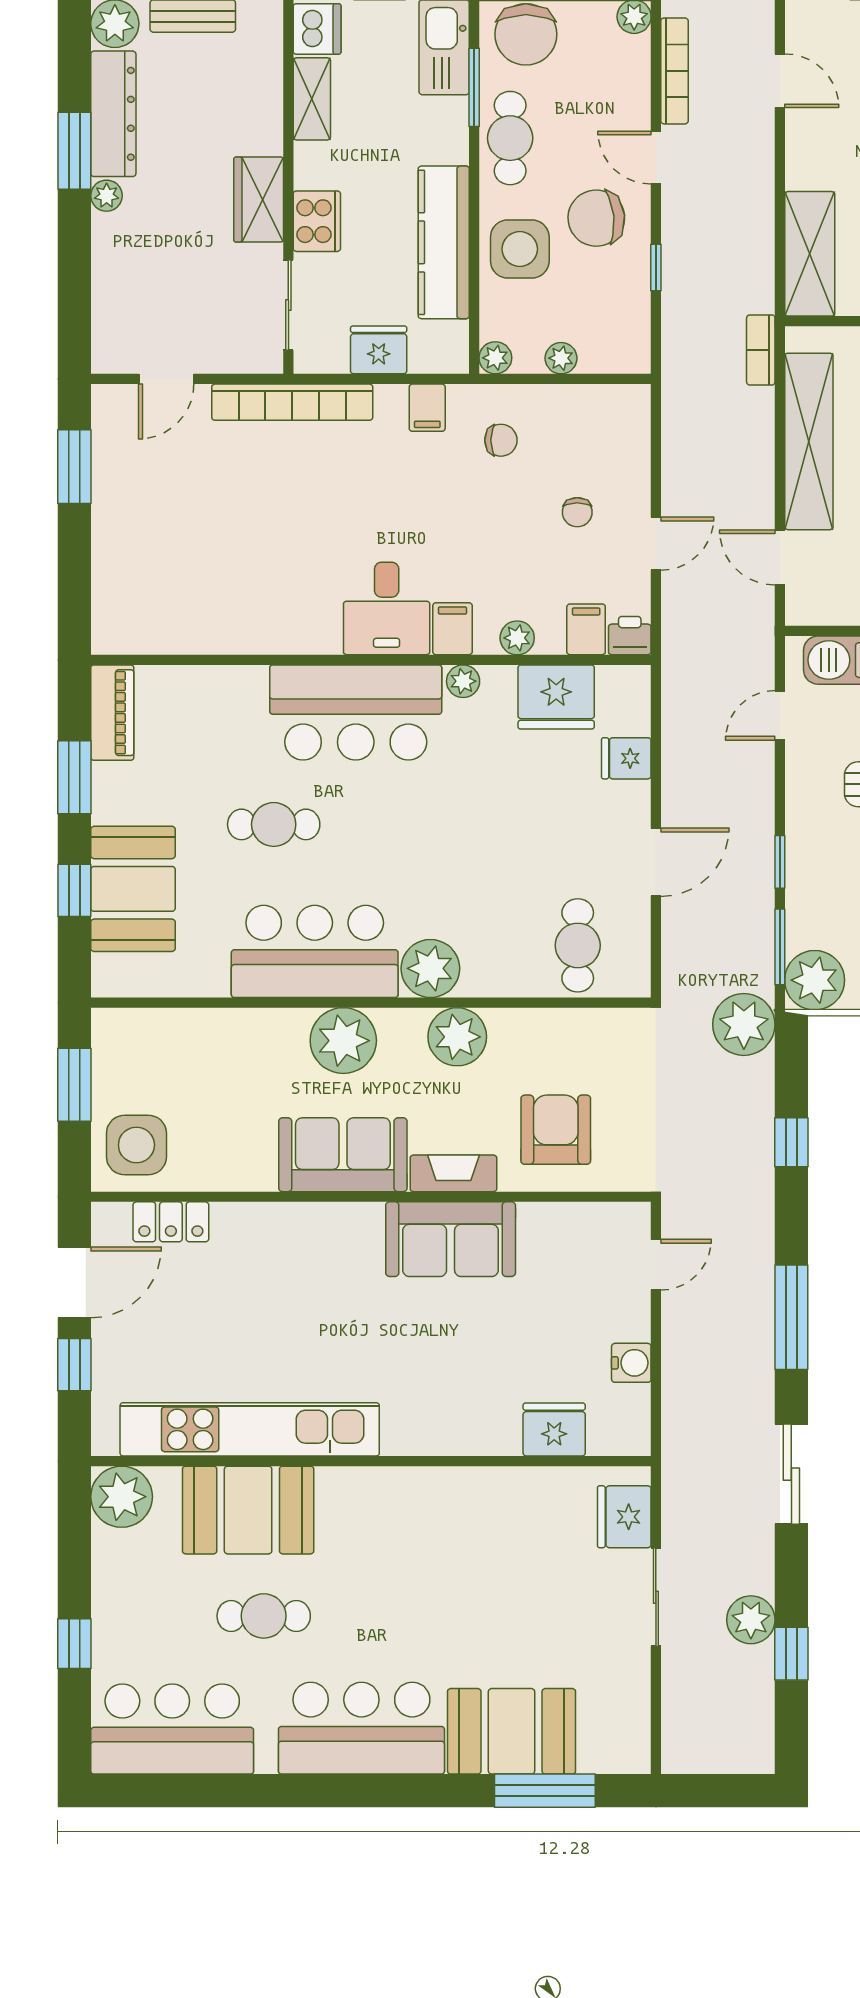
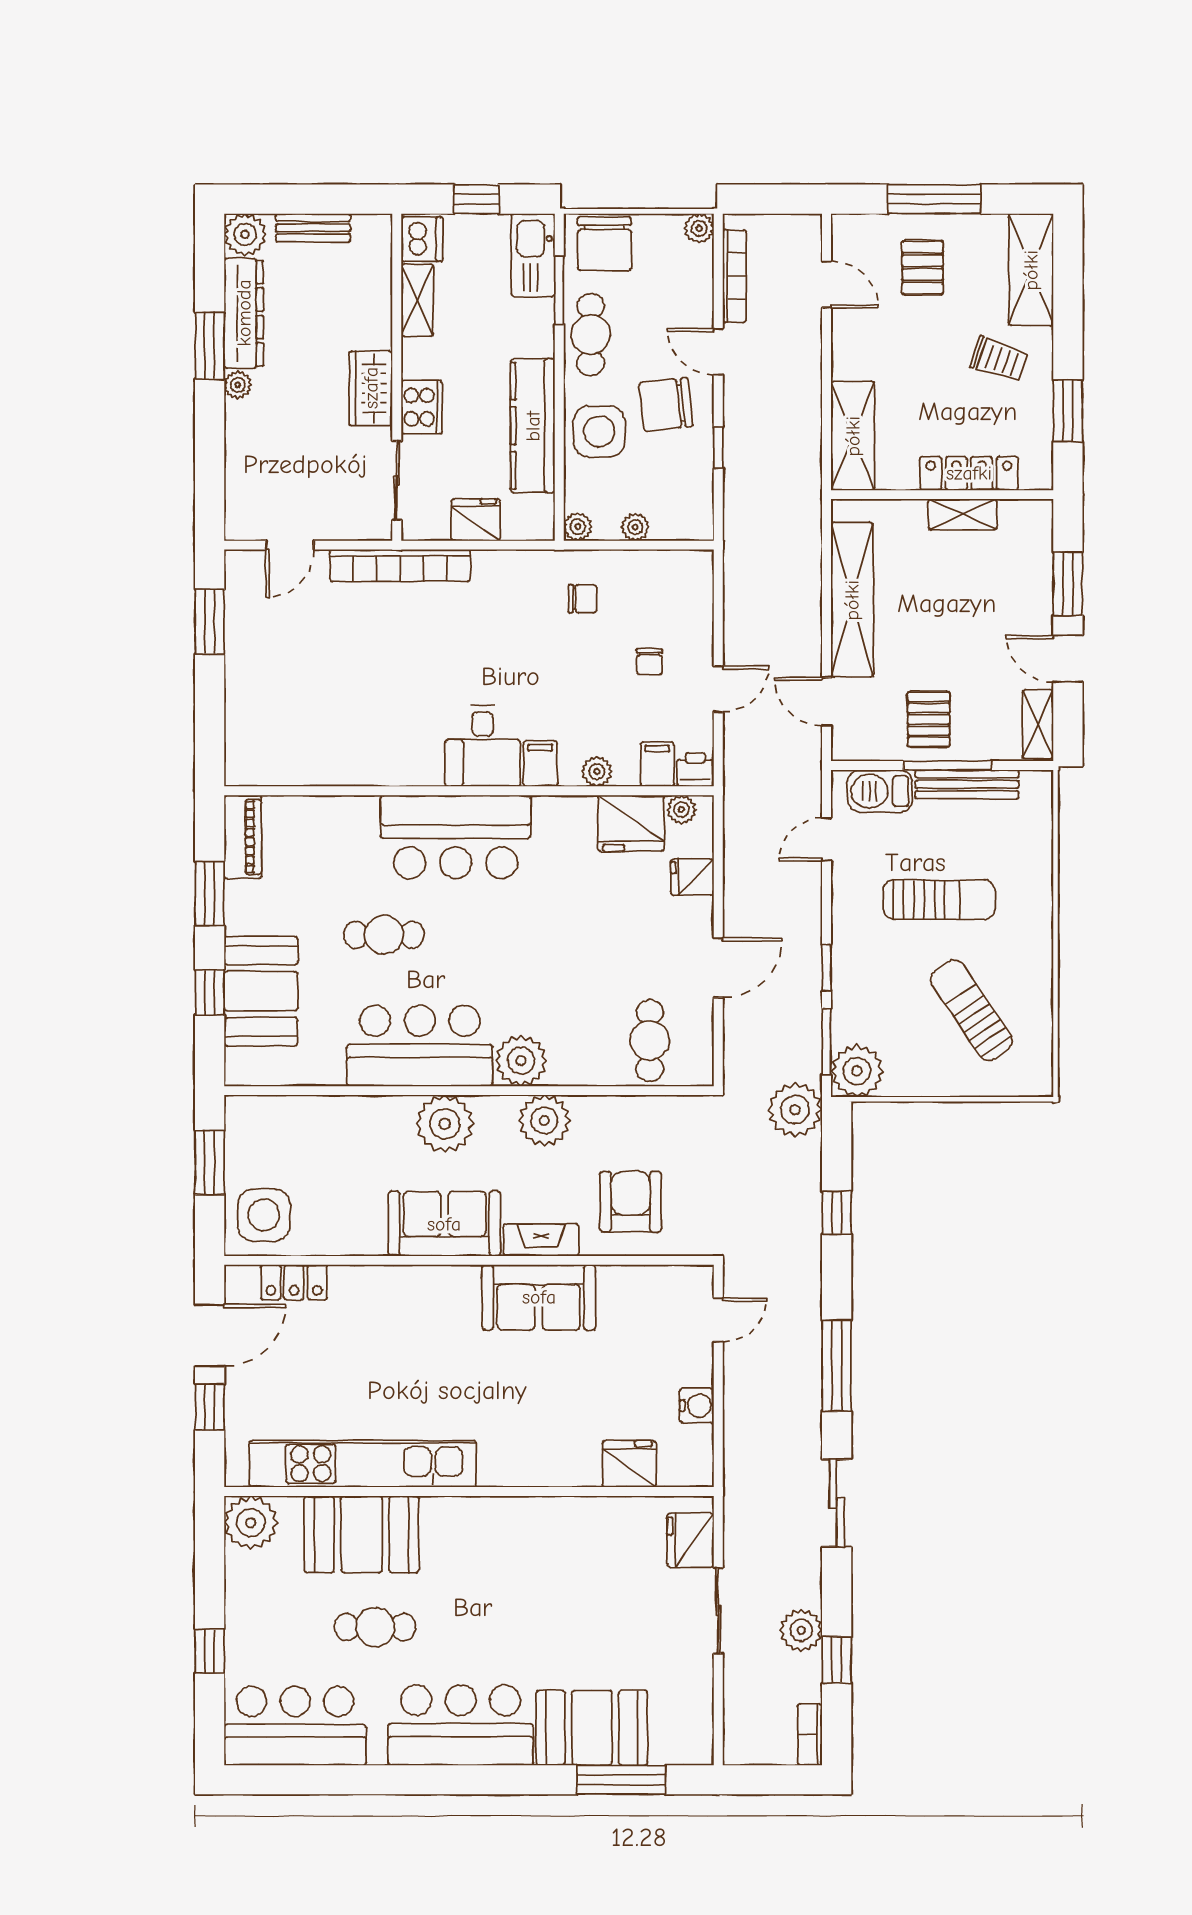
bookcase: (761, 350) -> (810, 1735), moved
filing cabinet: (427, 408) -> (518, 570), removed
plant: (463, 681) -> (681, 809), moved

